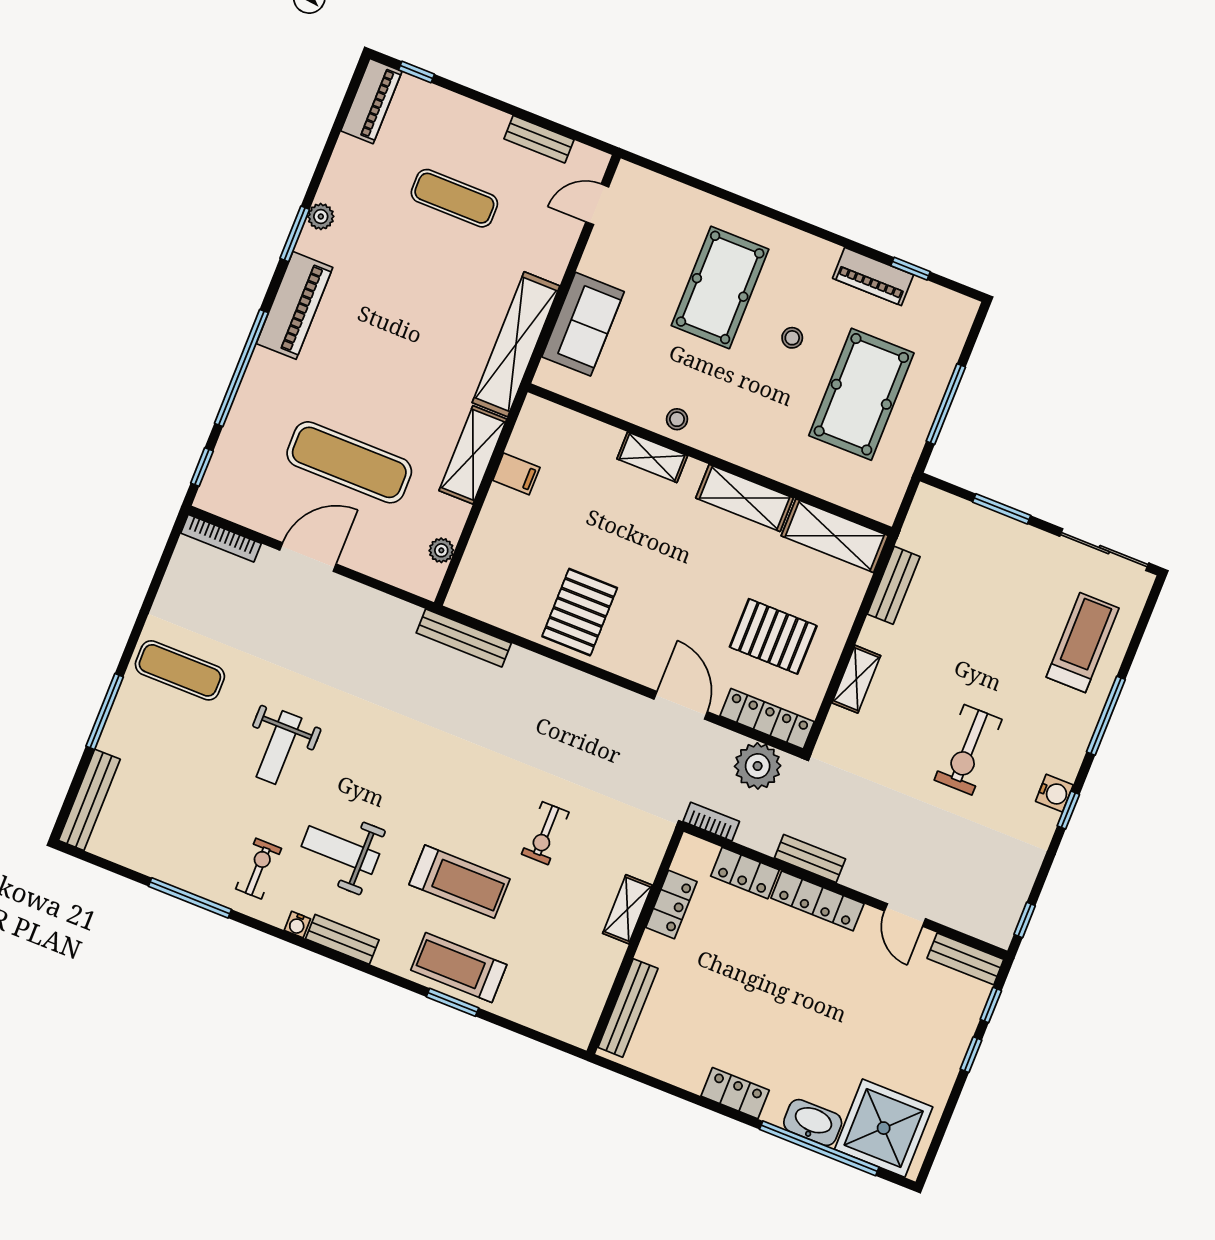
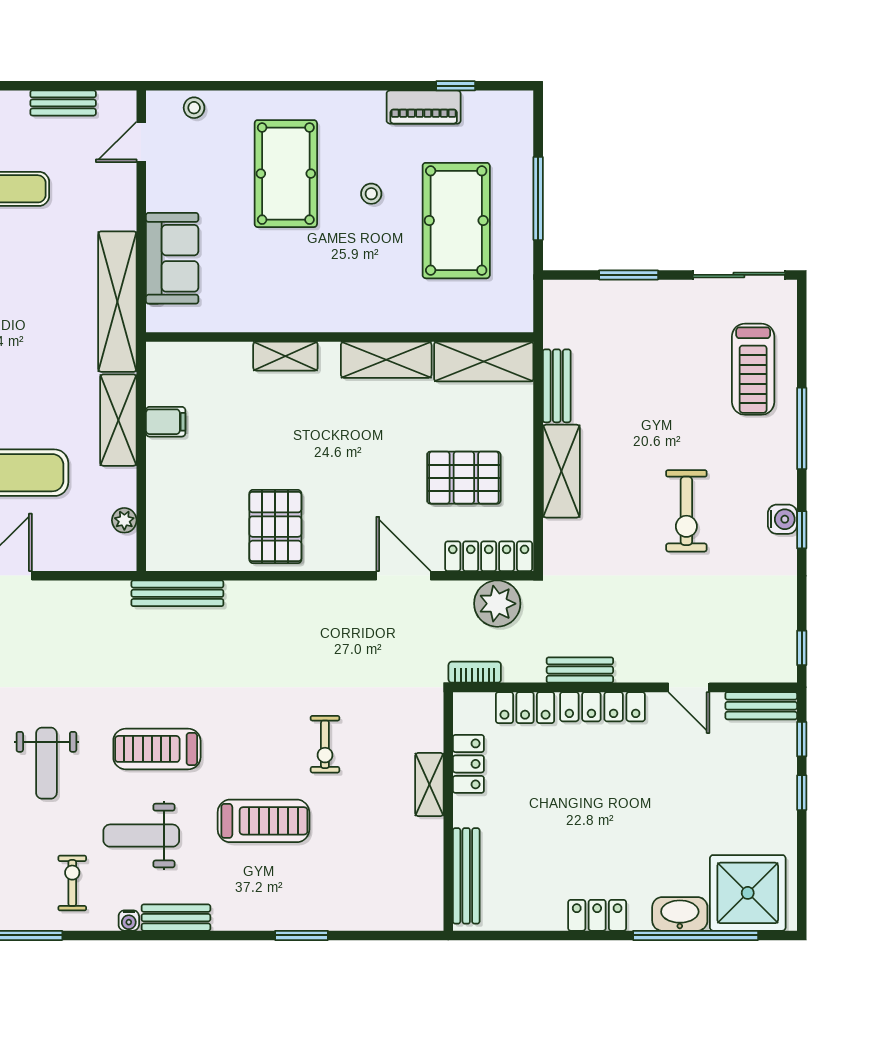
stool: (677, 419) -> (194, 108), moved
treadmill: (1083, 643) -> (753, 369), turned 180
shelving: (856, 679) -> (561, 471), width x1.50, depth x1.33
treadmill: (459, 967) -> (157, 749), moved

